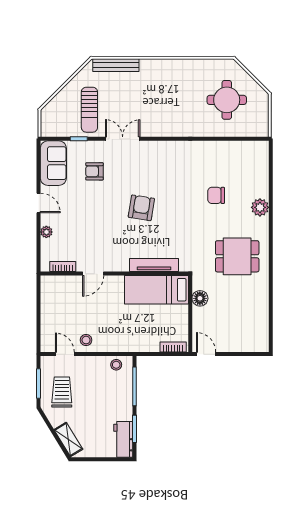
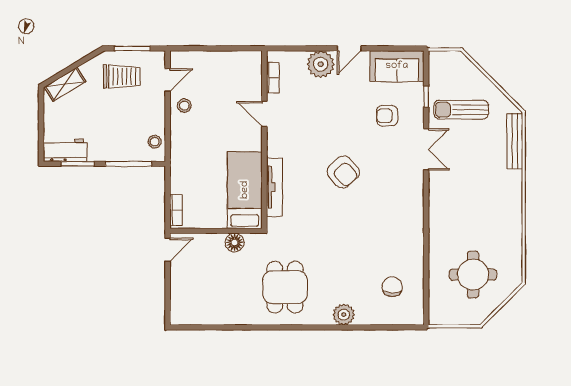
armchair: (95, 171) -> (387, 116), turned -90
chair: (216, 195) -> (392, 287), moved
armchair: (141, 208) -> (343, 172), turned 39
plant: (46, 232) -> (321, 64), width x1.88, depth x1.88

